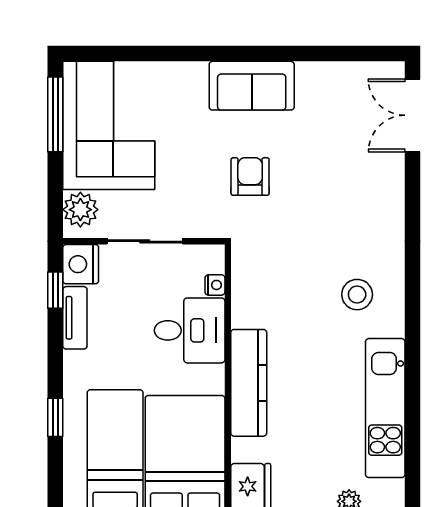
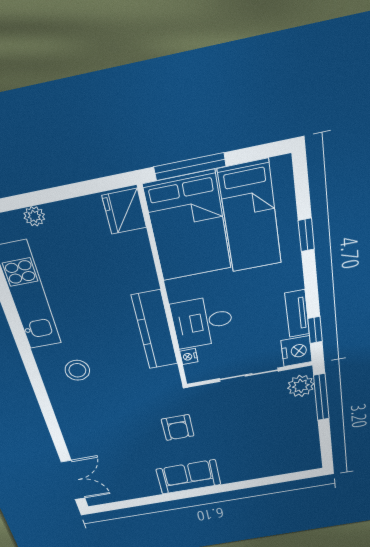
window: (55, 114) -> (321, 397), moved
corner sofa: (109, 125) -> (286, 439), removed
kitchen counter: (249, 383) -> (155, 330), moved

